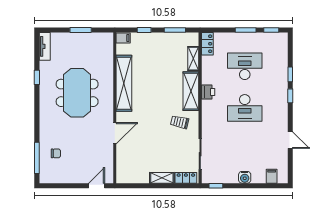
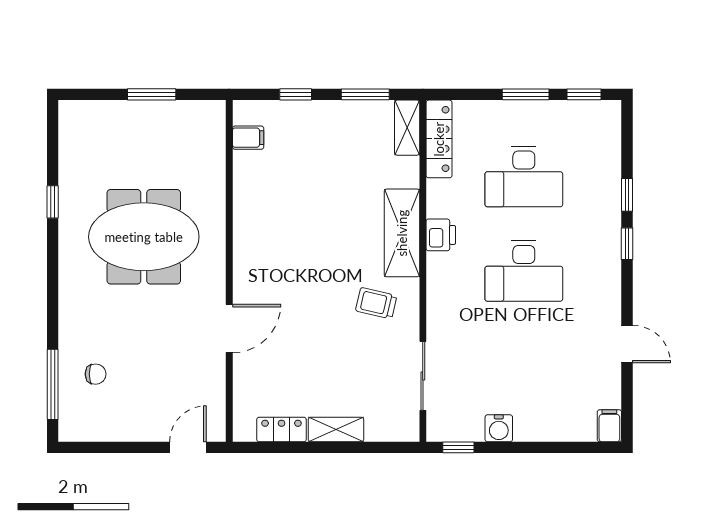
filing cabinet: (123, 38) -> (248, 138), moved
locker: (207, 44) -> (439, 139), width x1.53
tv unit: (45, 46) -> (70, 132), removed
shelving: (193, 59) -> (407, 128), moved
desk: (245, 66) -> (524, 176), turned 180
shelving: (124, 83) -> (250, 215), removed
meeting table: (77, 93) -> (144, 237), turned 90
filing cabinet: (272, 176) -> (609, 426), moved
water cooler: (245, 177) -> (499, 428), moved
locker: (186, 178) -> (281, 429), moved

